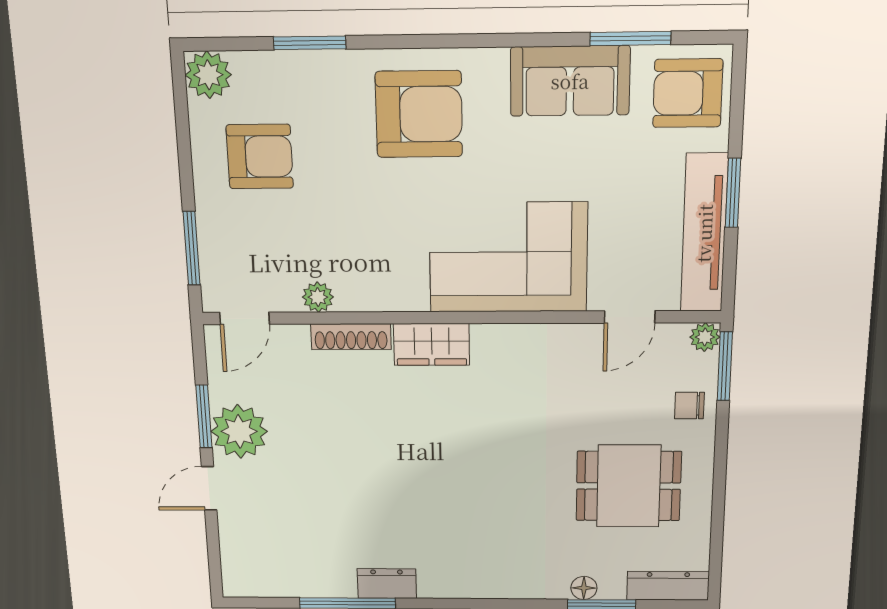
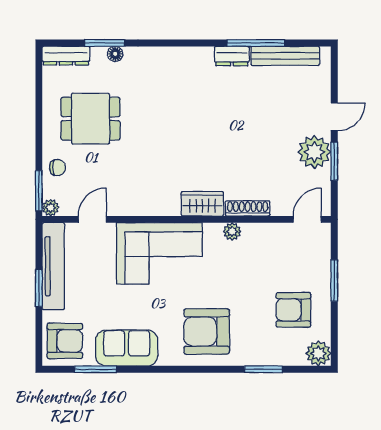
window: (191, 248) -> (334, 280), moved
plant: (318, 297) -> (232, 231), moved
bench: (298, 583) -> (285, 56), added

